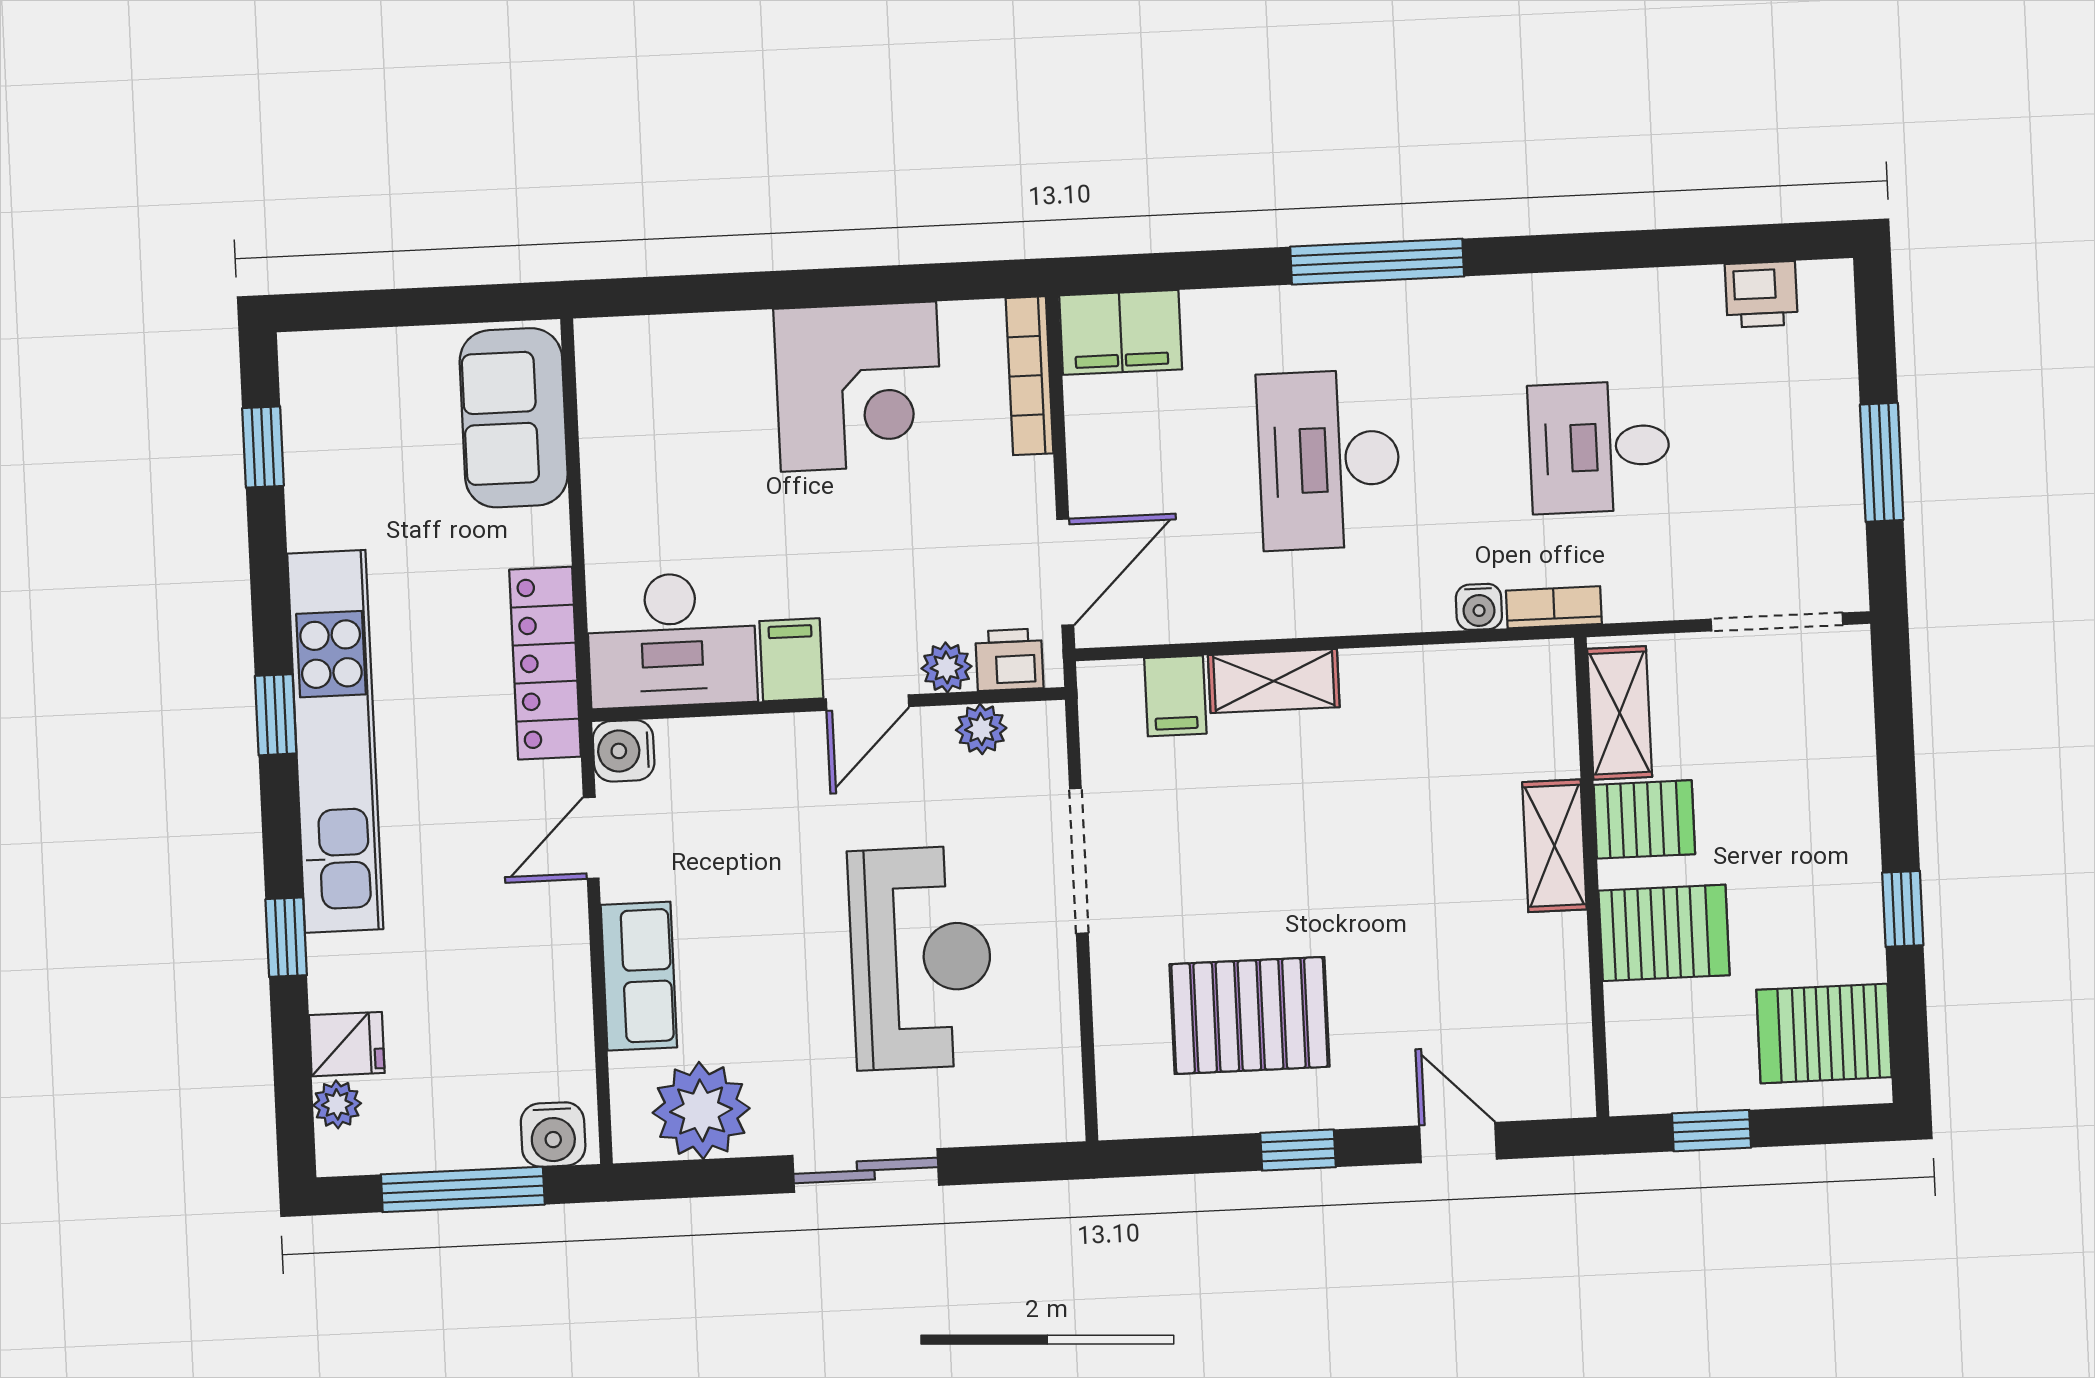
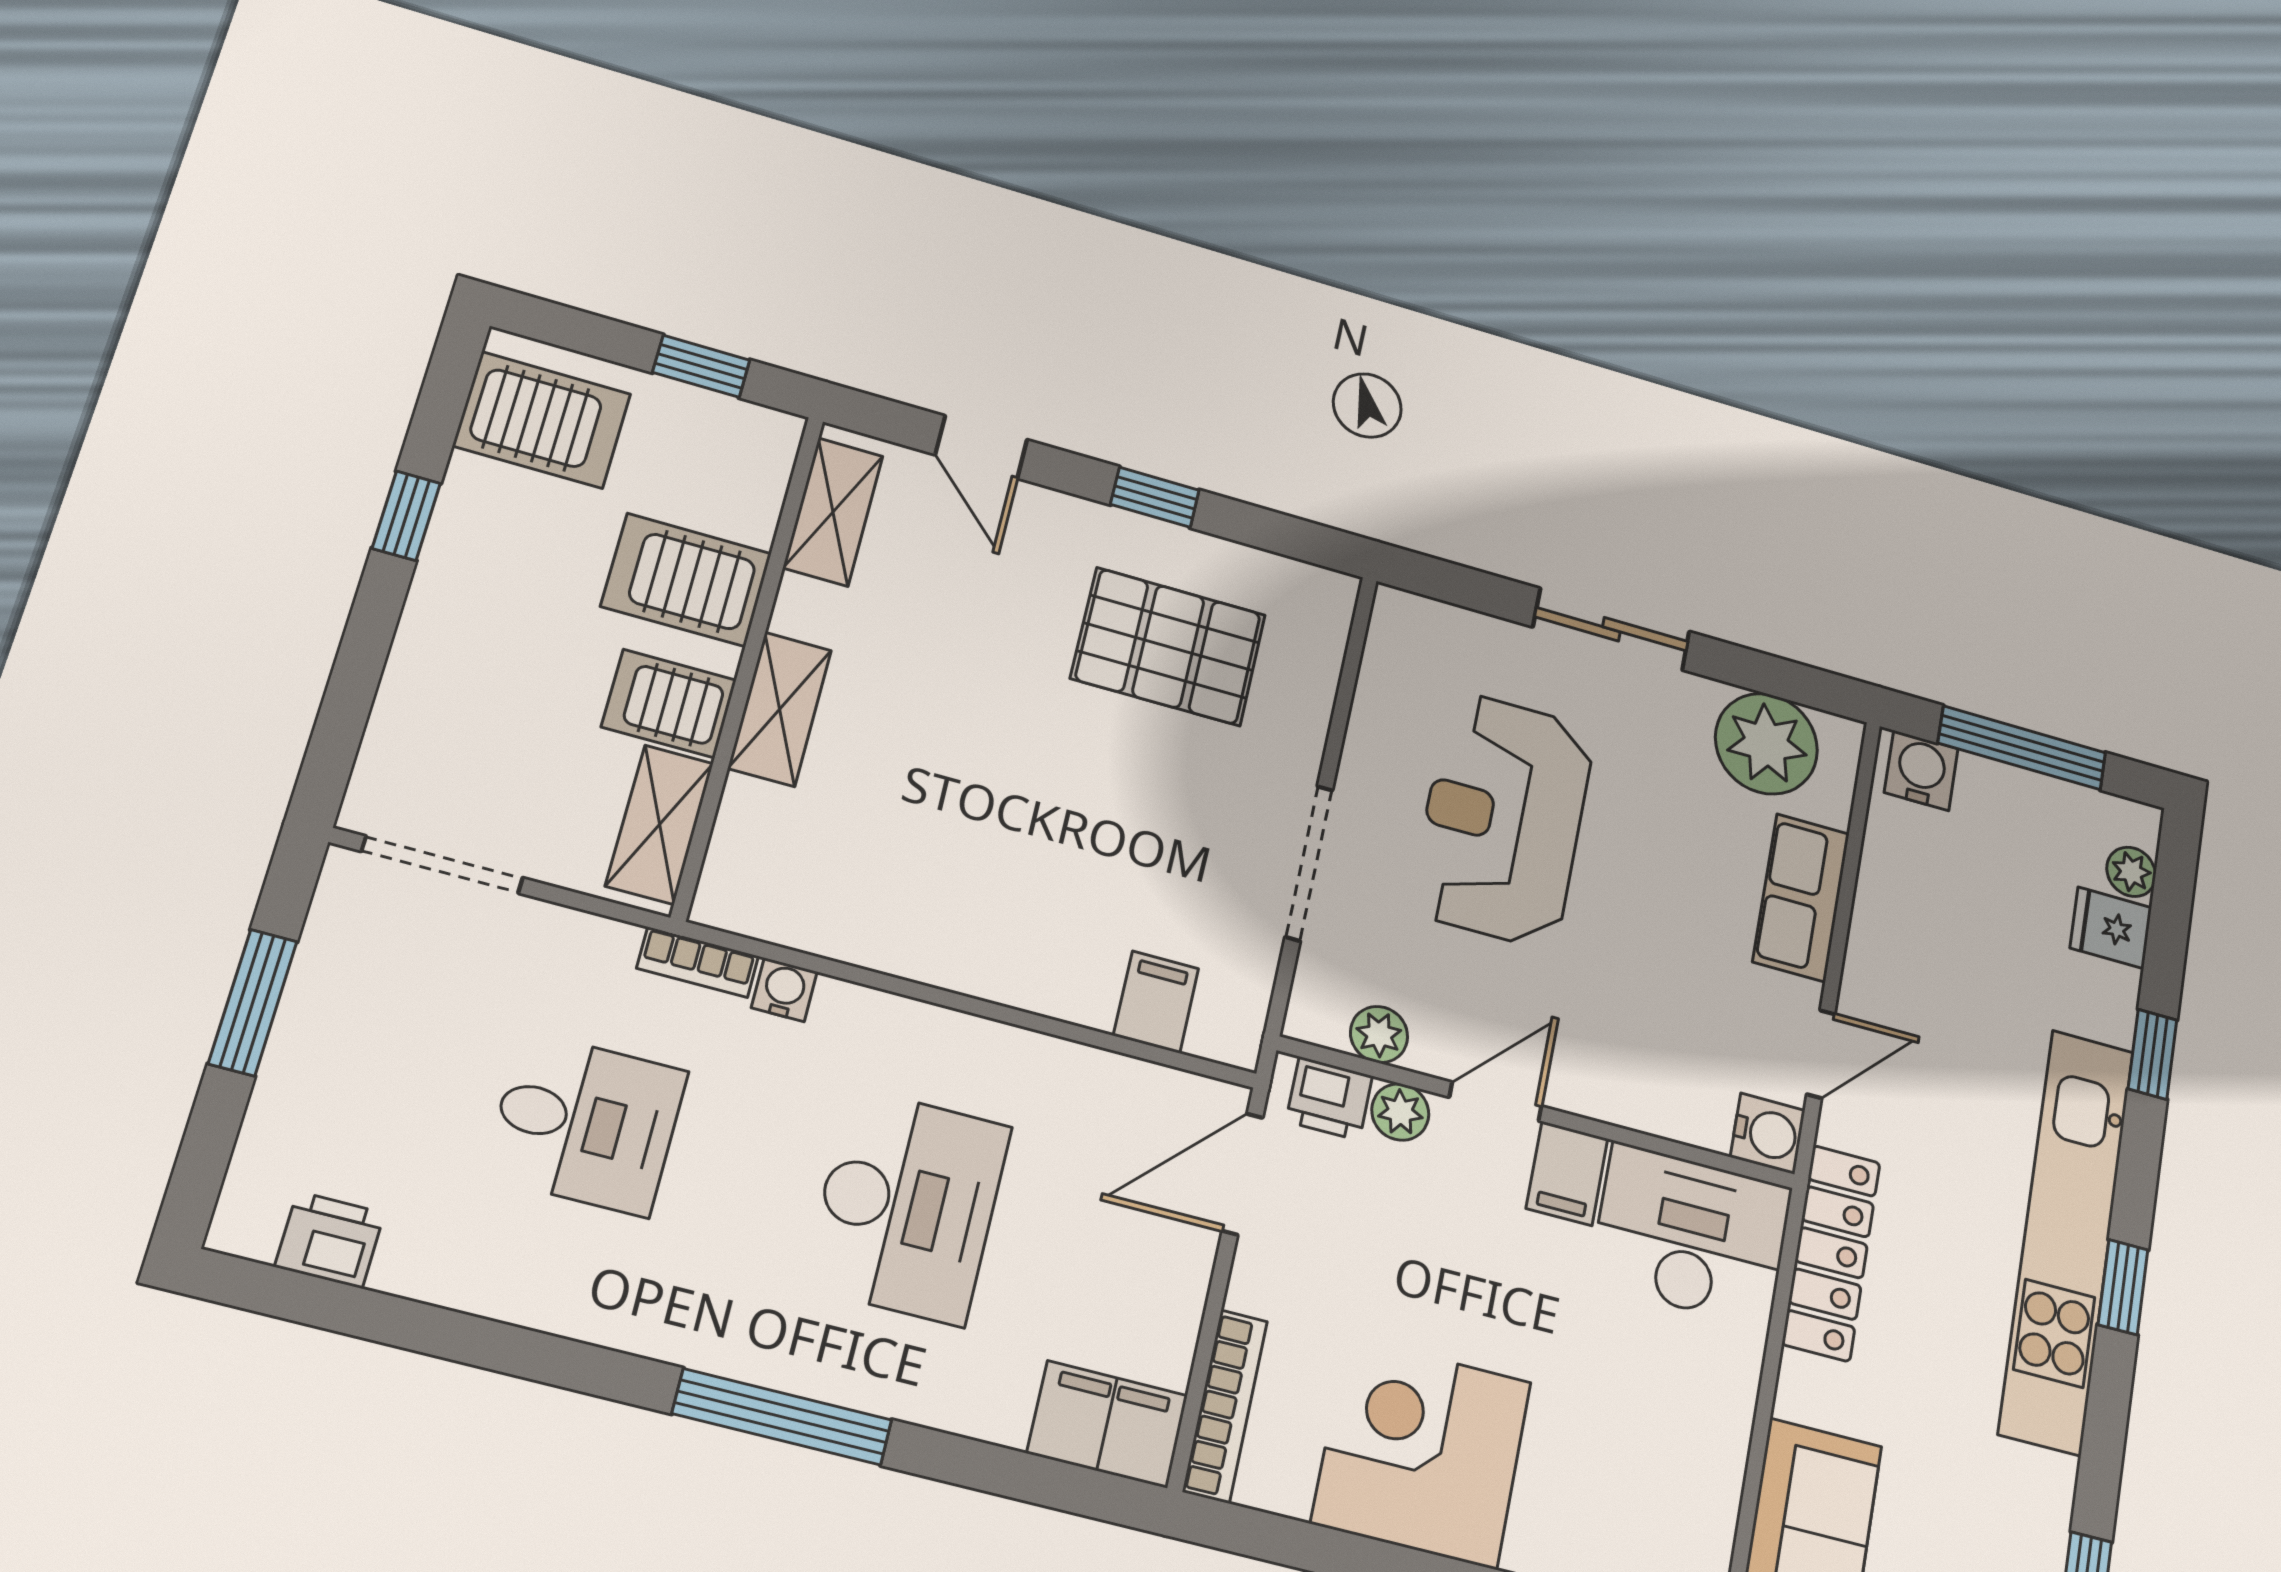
shelving: (1274, 681) -> (833, 512), moved, turned 90

